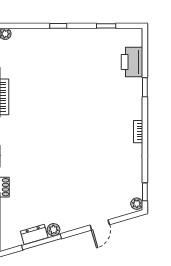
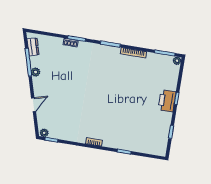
printer: (132, 62) -> (167, 101), moved, turned -90
door: (100, 225) -> (34, 105), swing flipped
dresser: (34, 234) -> (33, 47), moved

